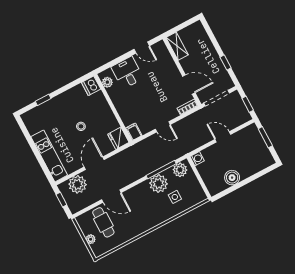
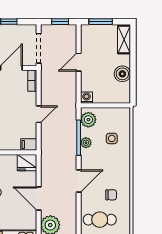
shelving: (261, 164) -> (124, 40), added
plant: (158, 183) -> (86, 143), width x0.53, depth x0.53
door: (111, 196) -> (79, 181), moved
chair: (129, 221) -> (111, 195), added

